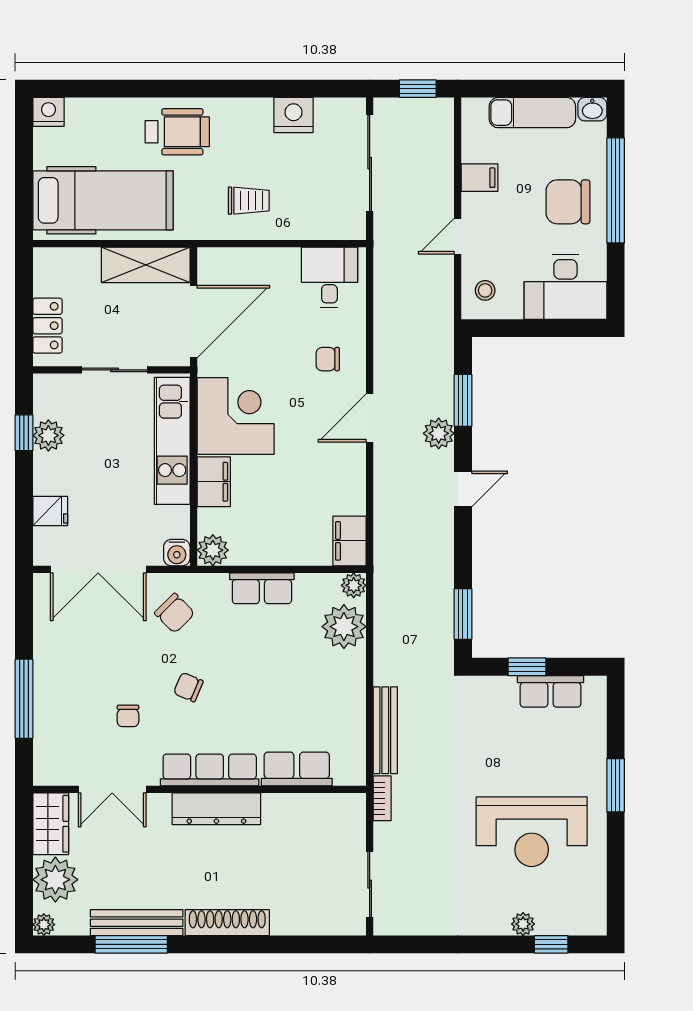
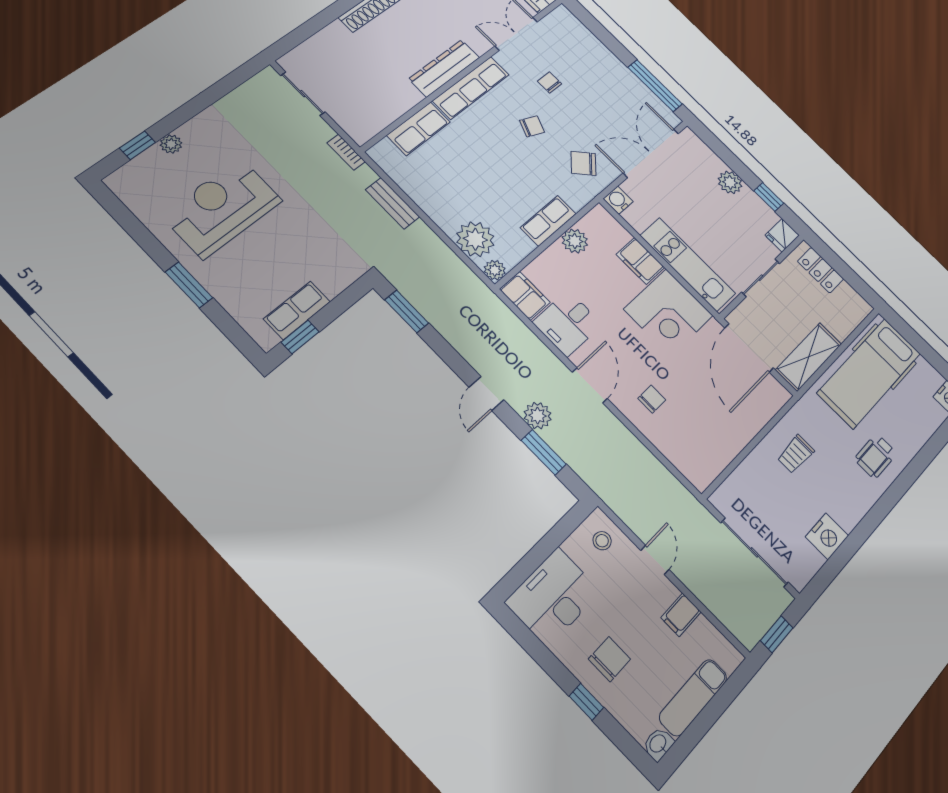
wheelchair: (177, 132) -> (876, 456), width x0.73, depth x0.73
window: (616, 190) -> (586, 702), width x0.32
chair: (568, 202) -> (609, 659), width x0.73, depth x0.73
desk: (329, 277) -> (568, 323), moved, turned 90
plant: (48, 435) -> (730, 182), moved
fridge: (50, 511) -> (782, 235), moved
plant: (213, 550) -> (575, 241), moved
window: (527, 667) -> (300, 337), moved
window: (24, 699) -> (655, 86), moved
bench: (385, 730) -> (393, 203), width x0.73

